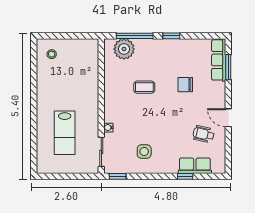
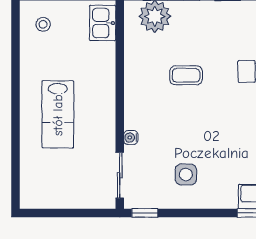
kitchen sink: (90, 53) -> (103, 23), added
lab bench: (65, 133) -> (58, 114), moved

